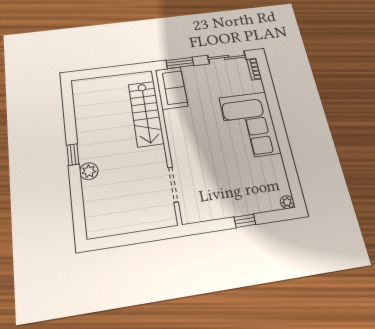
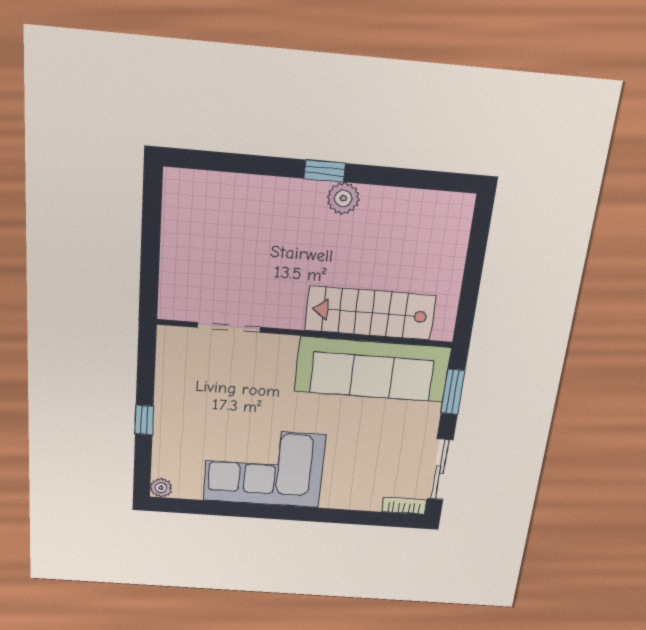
sofa: (171, 88) -> (373, 369), width x1.85, depth x1.27
corner sofa: (249, 125) -> (264, 468), moved
plant: (89, 171) -> (343, 198), moved

